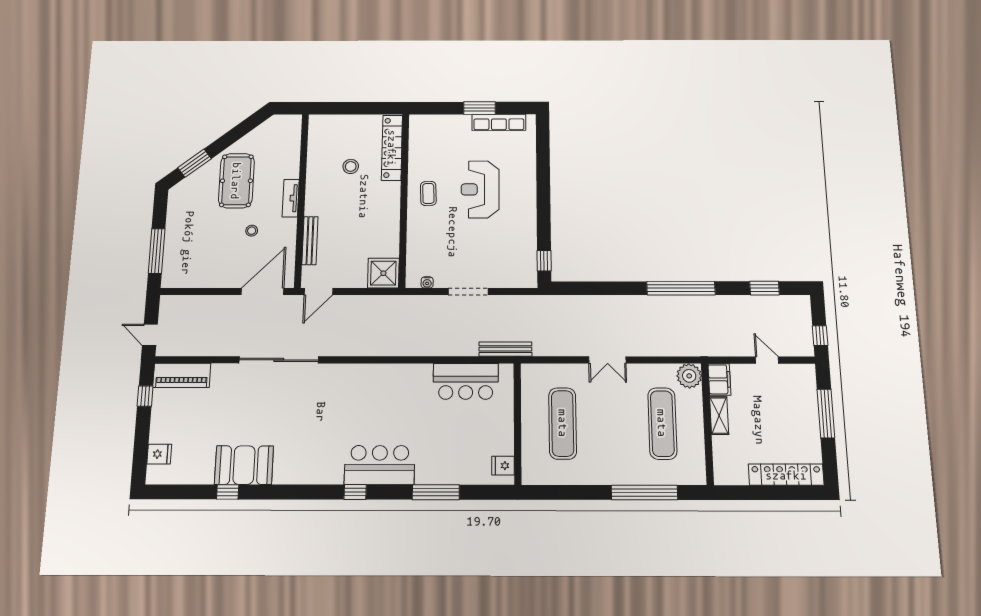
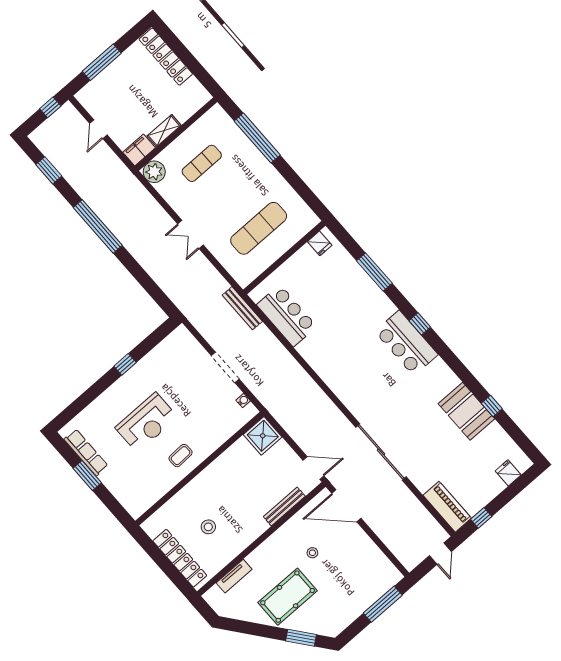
locker: (392, 148) -> (180, 558), moved, turned -90
tv unit: (291, 198) -> (234, 576), moved
window: (544, 261) -> (125, 364), moved
double door: (607, 360) -> (191, 234), swing flipped
exercise mat: (662, 423) -> (202, 163), width x0.73, depth x0.69
bar counter: (380, 465) -> (406, 343), moved

